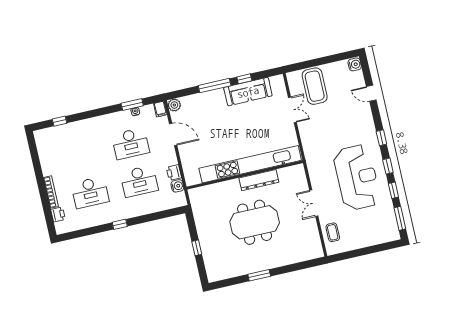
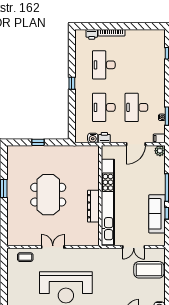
kitchen unit: (250, 164) -> (108, 202), moved
wall: (245, 175) -> (100, 196), moved
dresser: (259, 180) -> (93, 206), moved

